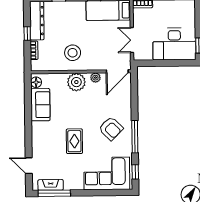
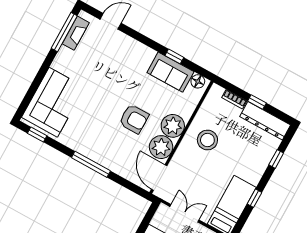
plant: (95, 78) -> (161, 147), width x1.87, depth x1.87
window: (28, 108) -> (174, 56), added
armchair: (111, 128) -> (134, 119), moved, turned -135
window: (135, 137) -> (91, 164), moved
rug: (74, 141) -> (109, 87), removed

